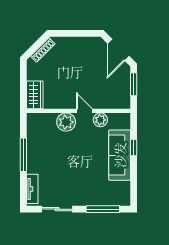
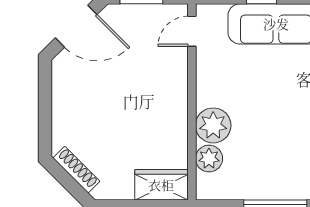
door: (84, 111) -> (192, 31), moved
plant: (100, 120) -> (209, 159), moved

